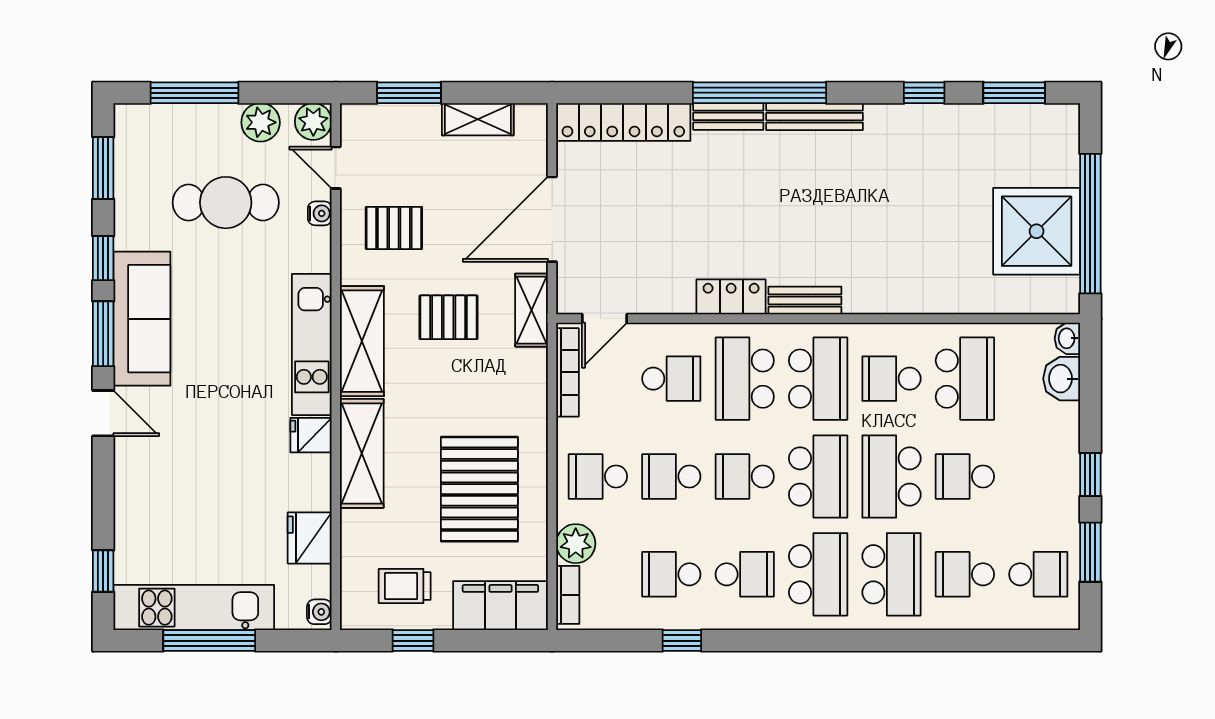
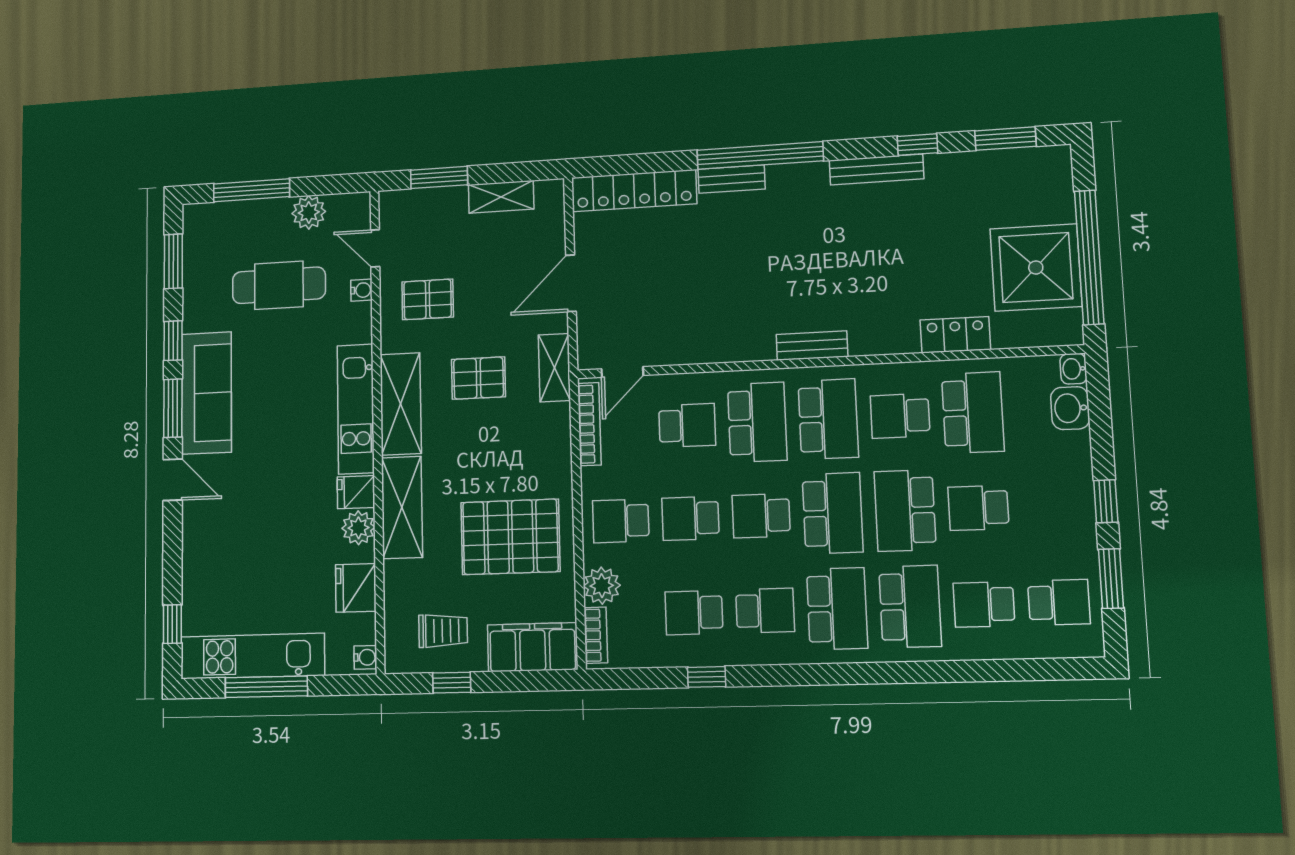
bench: (815, 117) -> (876, 169), moved
plant: (313, 121) -> (358, 528), moved
door: (552, 219) -> (571, 283), width x0.73
locker: (731, 297) -> (955, 335), moved
school desk: (745, 379) -> (757, 422), turned 180
pallet: (479, 489) -> (510, 537), turned 90
trolley: (405, 586) -> (443, 631), turned 180

